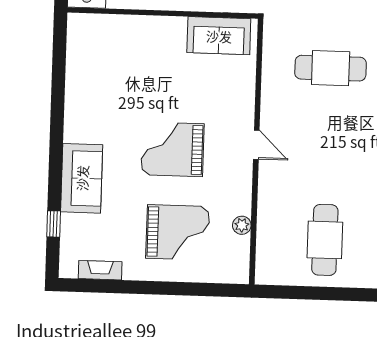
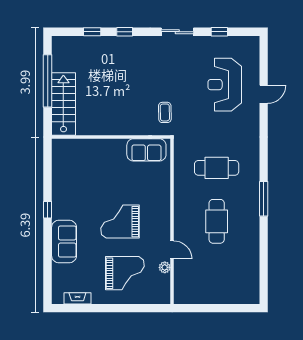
door: (256, 145) -> (172, 250), moved
window: (54, 224) -> (48, 210), moved
cafe table: (325, 240) -> (217, 221), moved

